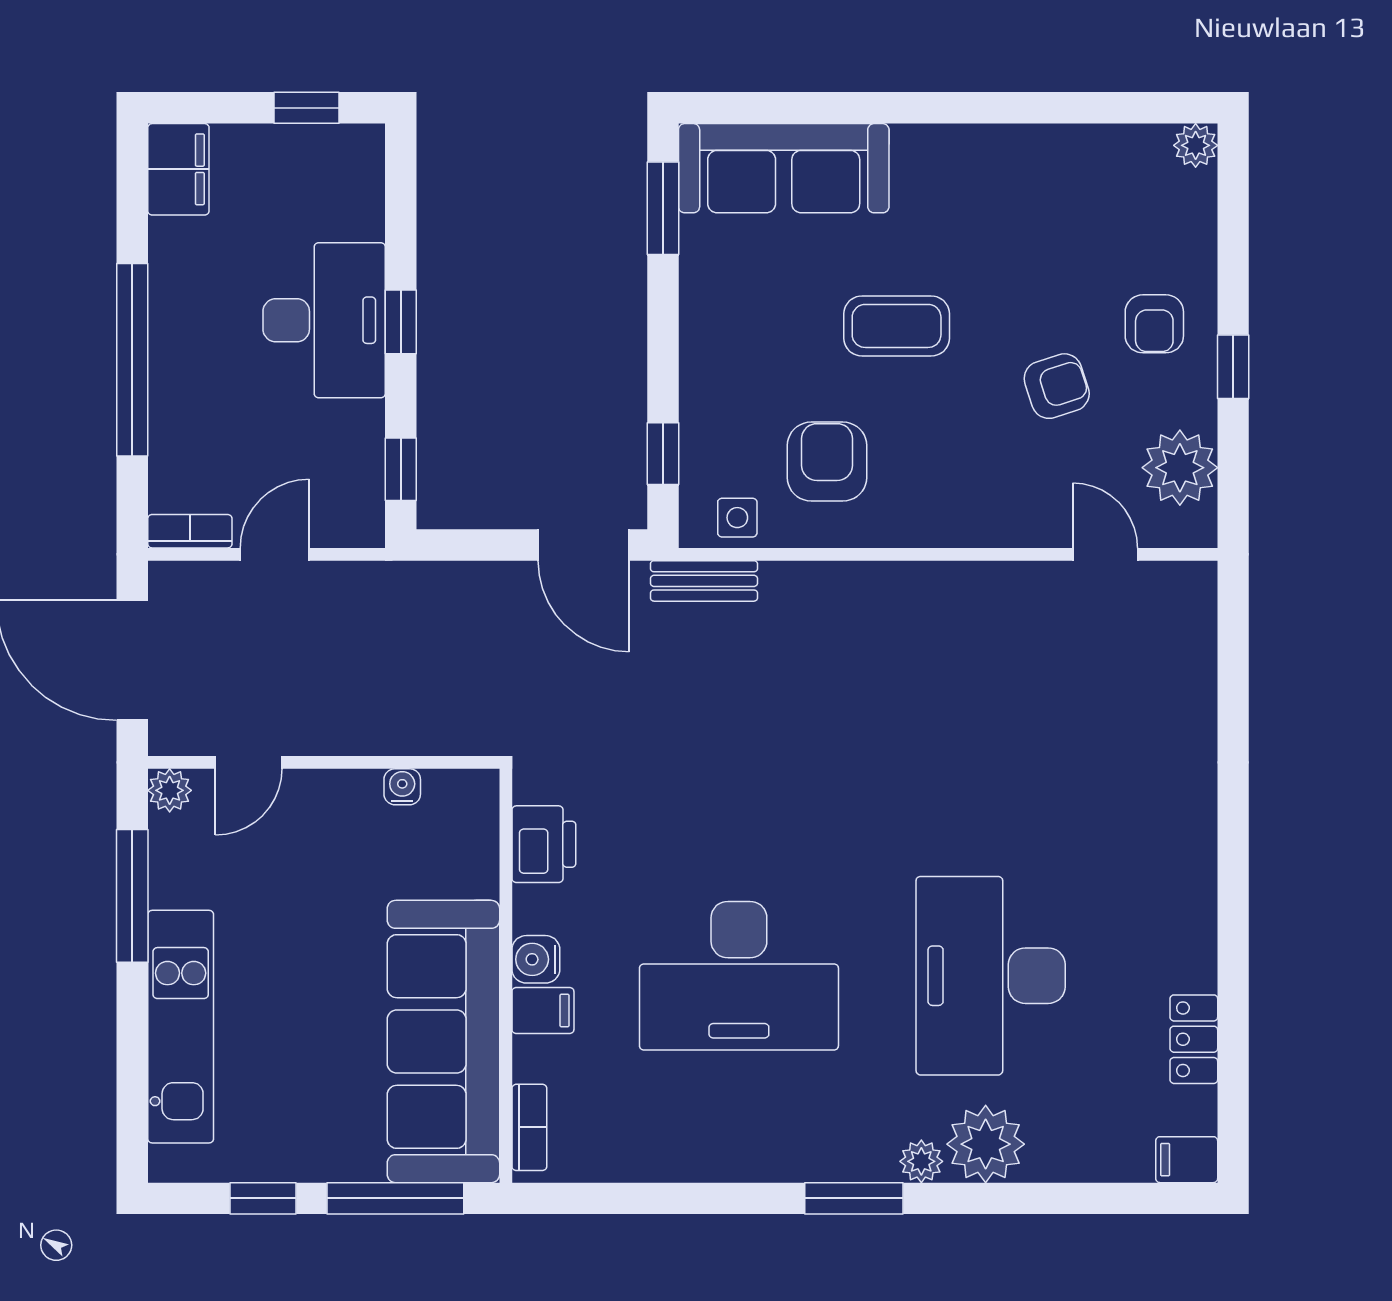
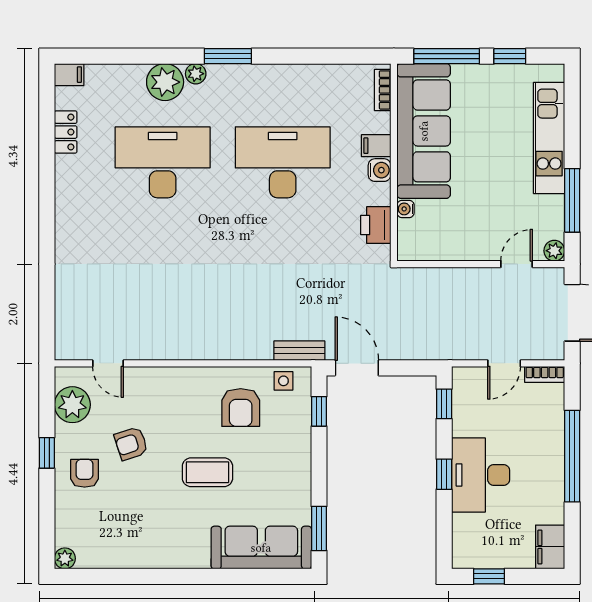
water cooler: (402, 787) -> (406, 209), moved, turned 90
desk: (991, 976) -> (163, 162), turned -90

